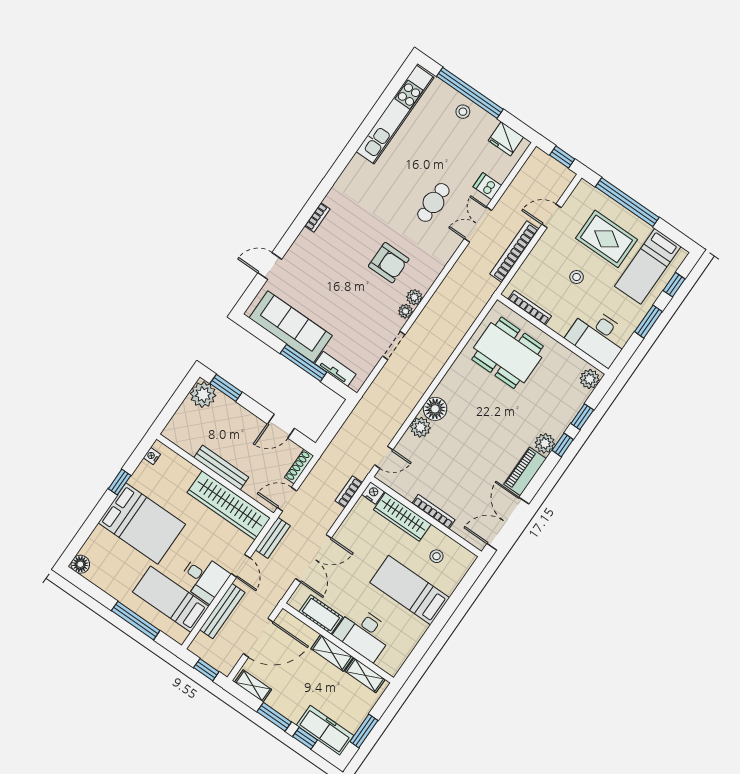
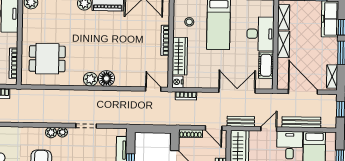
dining table: (508, 353) -> (47, 59), width x0.73
plant: (420, 427) -> (90, 79), moved

